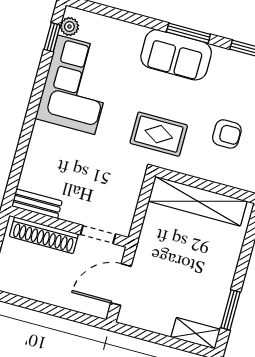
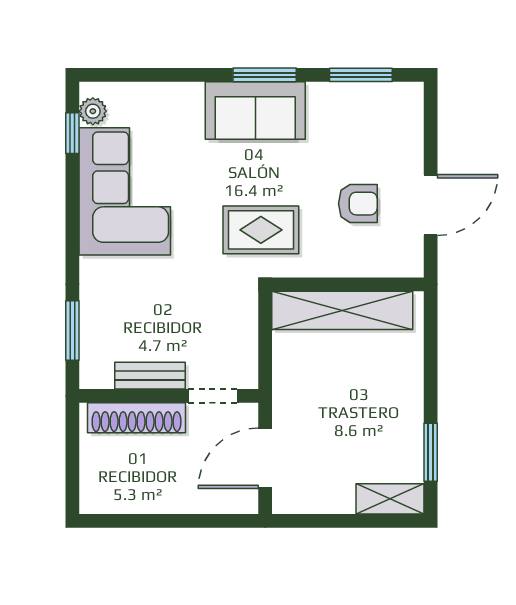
window: (17, 167) -> (72, 330), added
bench: (37, 204) -> (150, 376), moved

